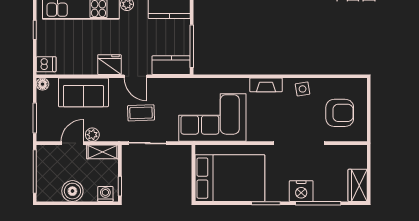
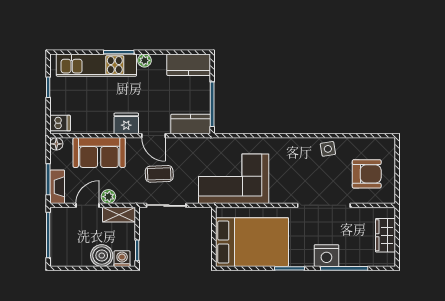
fireplace: (266, 85) -> (57, 187), moved, turned -90
wardrobe: (358, 185) -> (385, 235), moved
boiler: (72, 191) -> (102, 256), moved

